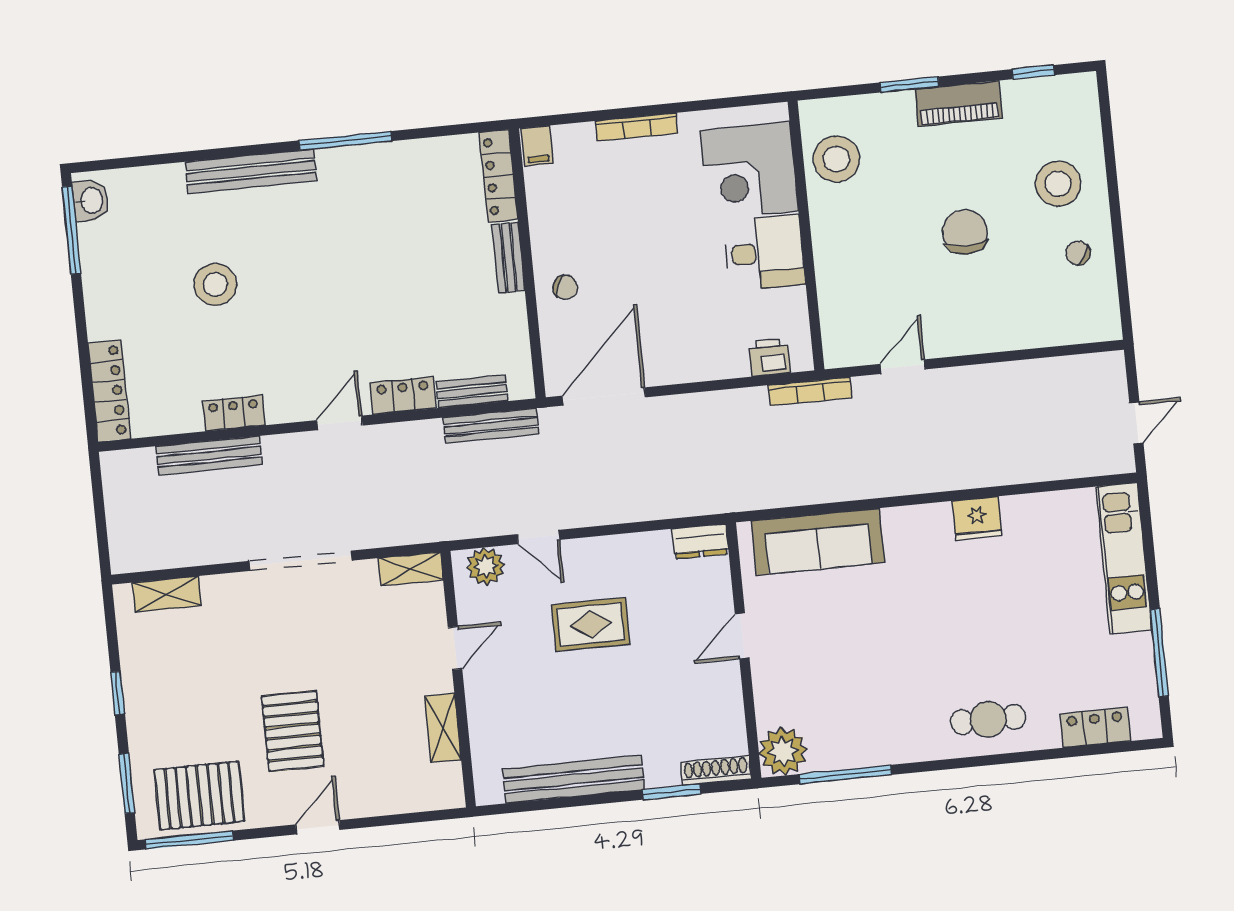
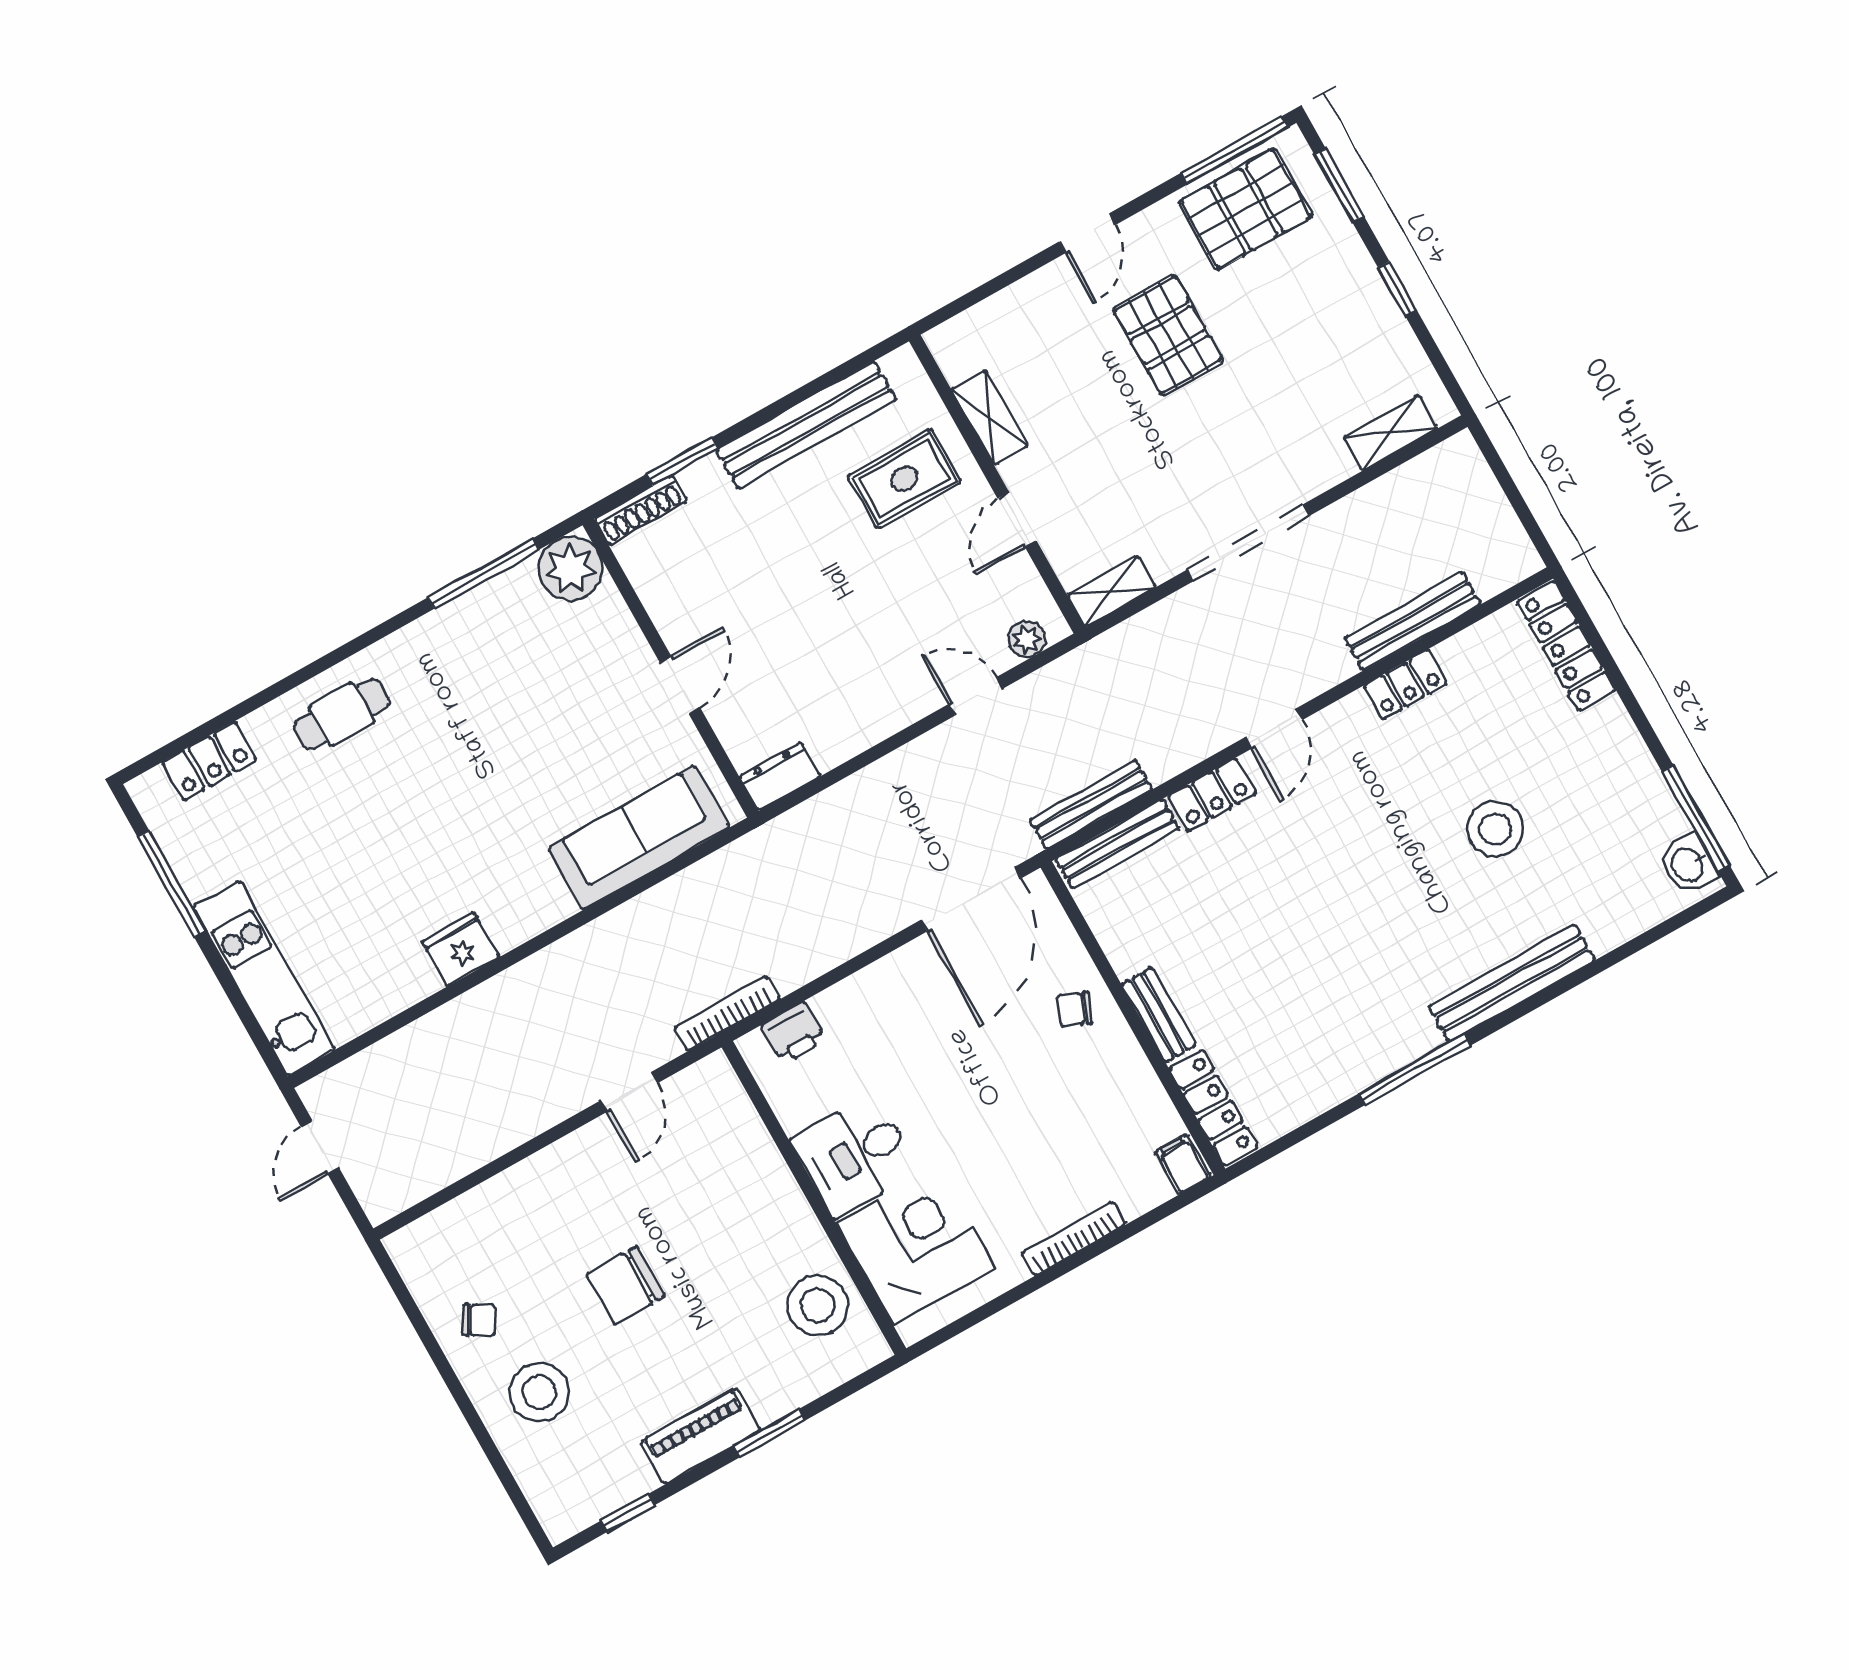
chair: (965, 232) -> (625, 1285), turned 90
bench: (472, 391) -> (1117, 844), width x1.36
plant: (486, 566) -> (1027, 639), width x0.73, depth x0.73
rug: (591, 624) -> (904, 479), moved

